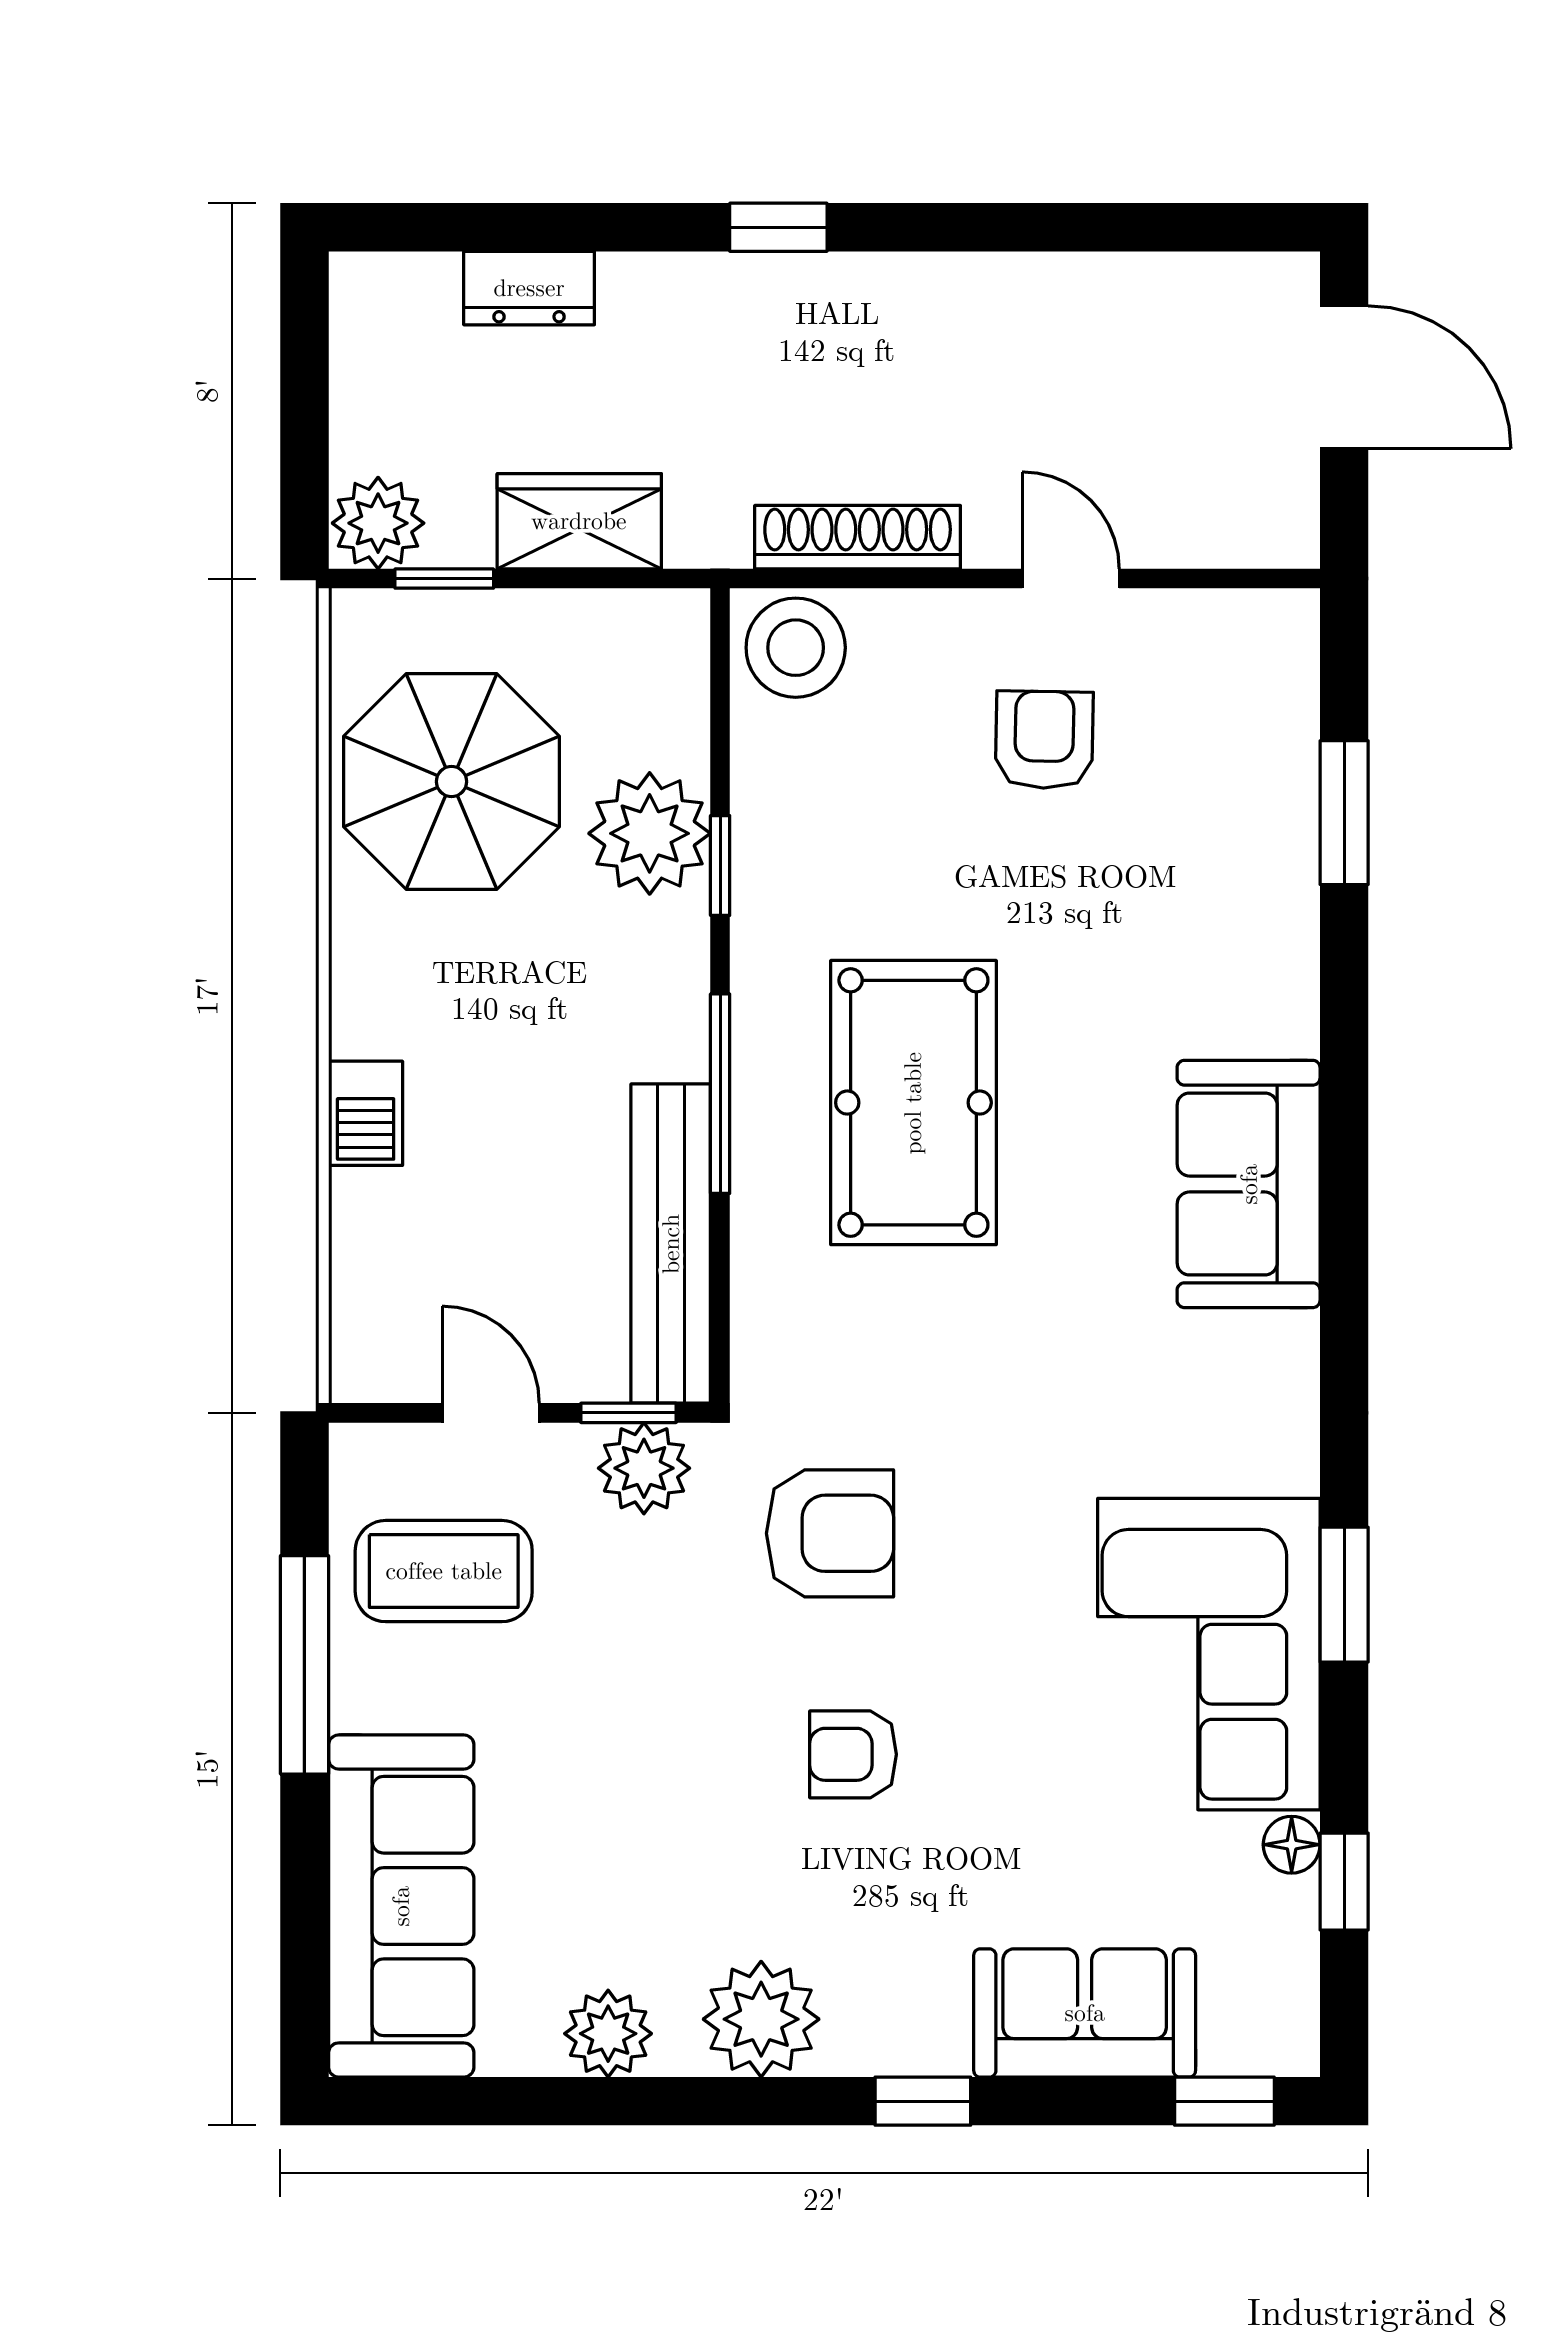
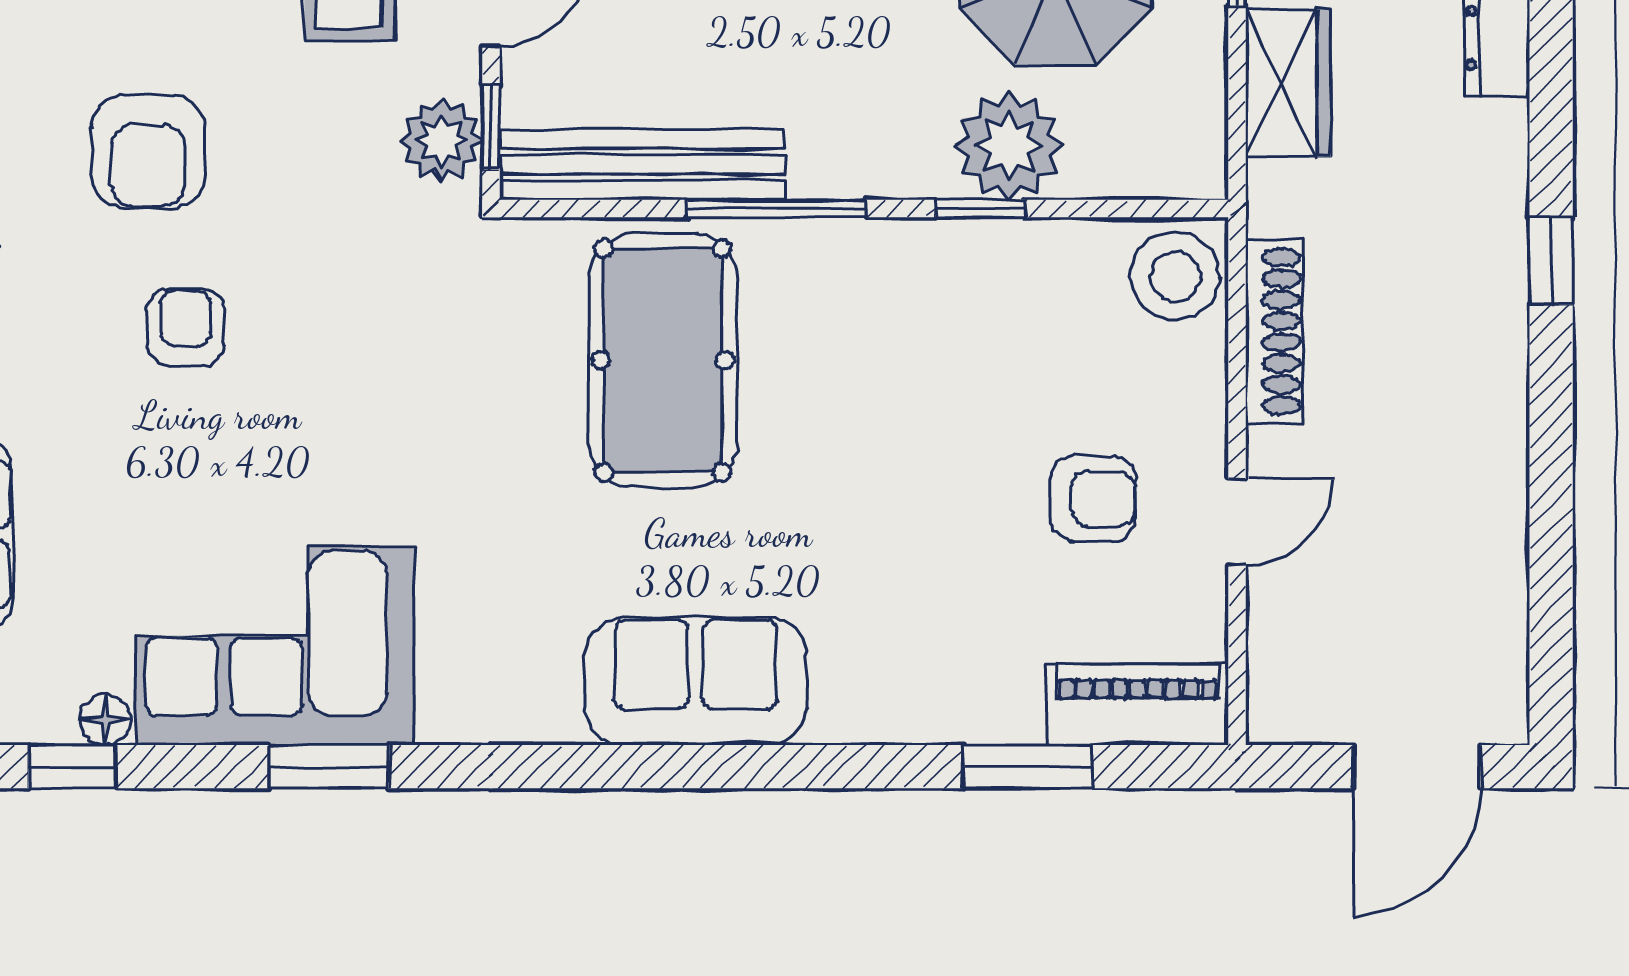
piano: (1275, 690) -> (1138, 704), added
pool table: (913, 1103) -> (663, 360), moved, turned 90
armchair: (830, 1533) -> (148, 152), moved

